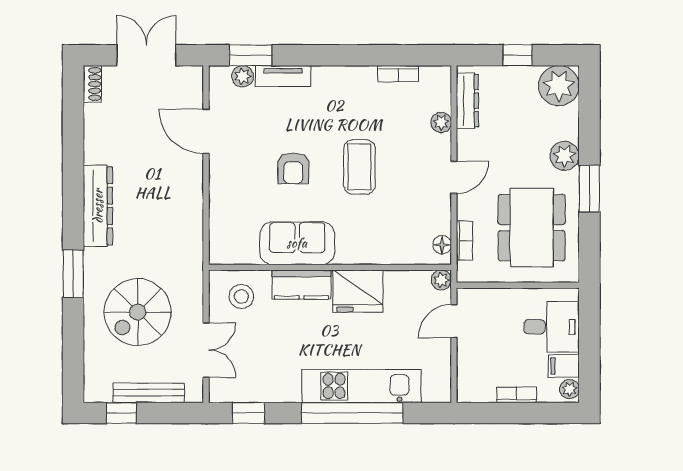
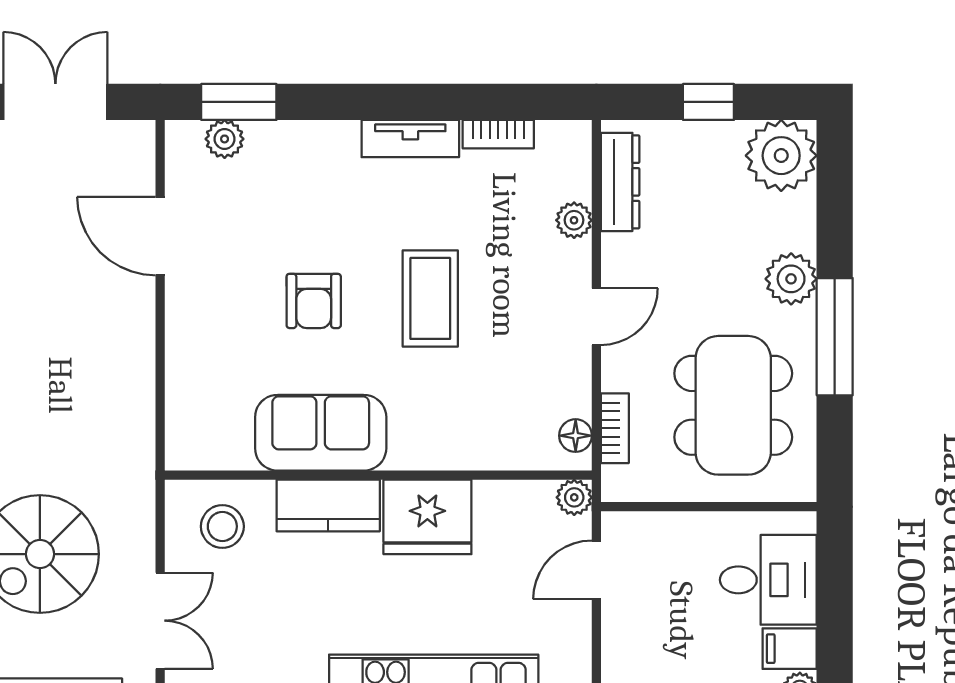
tv unit: (283, 76) -> (410, 139), moved
window: (589, 189) -> (835, 337), width x1.44

